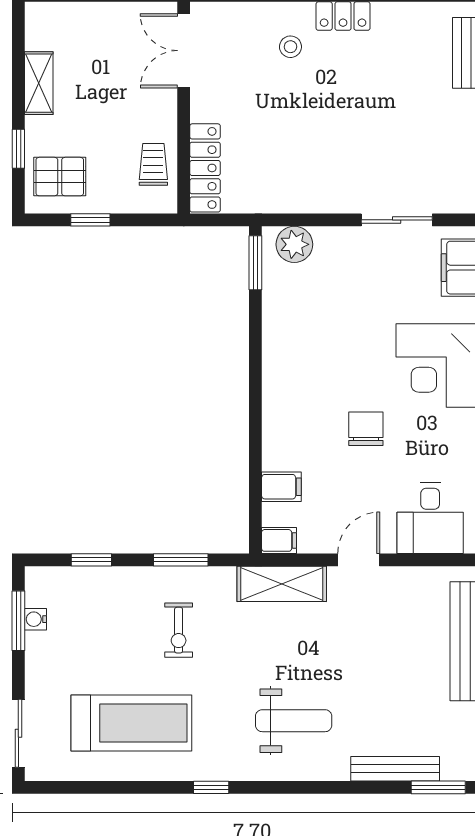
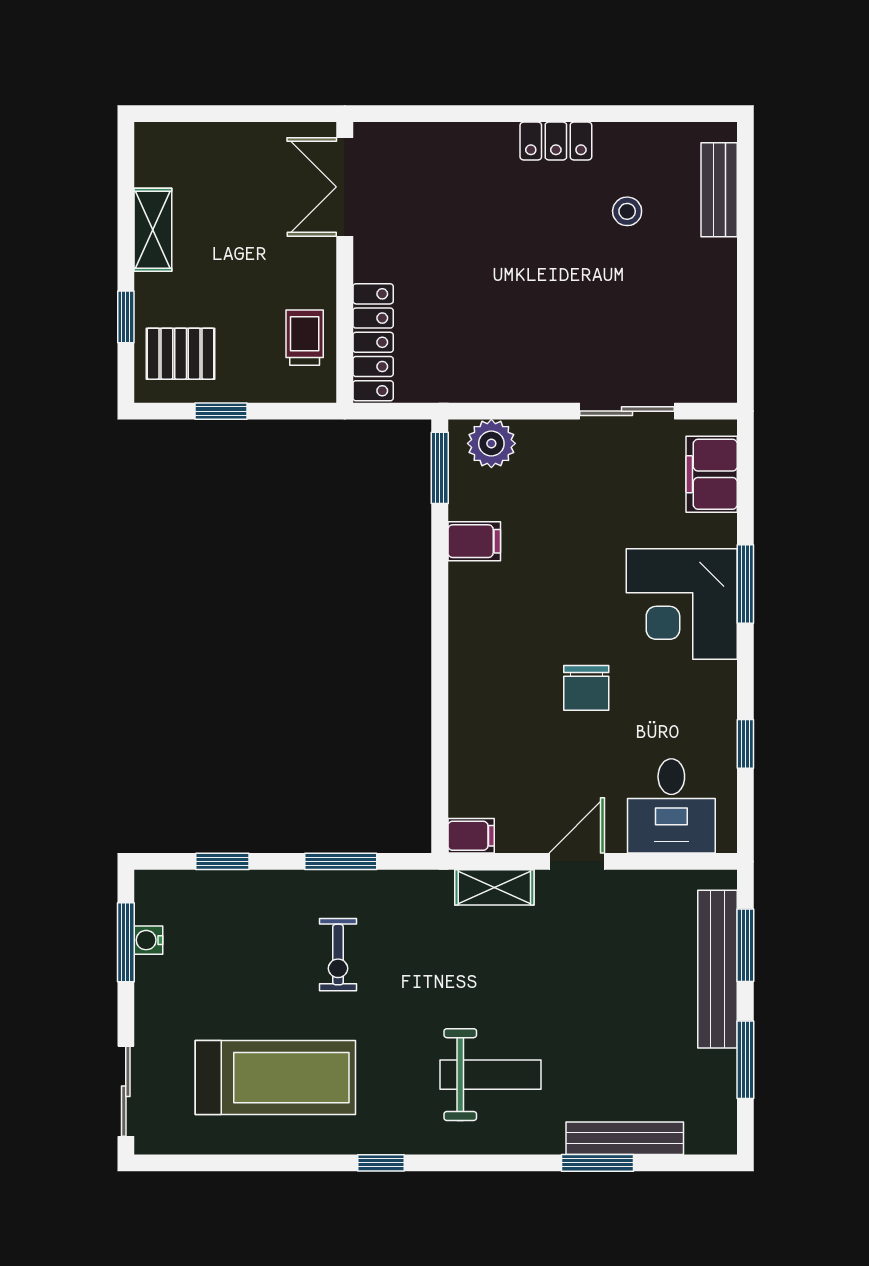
stool: (290, 47) -> (627, 211), moved
chair: (366, 429) -> (586, 688), turned 180
filing cabinet: (281, 487) -> (474, 541), moved
shelving: (282, 584) -> (494, 887), width x0.67, depth x0.75
window: (438, 787) -> (597, 1163), moved

